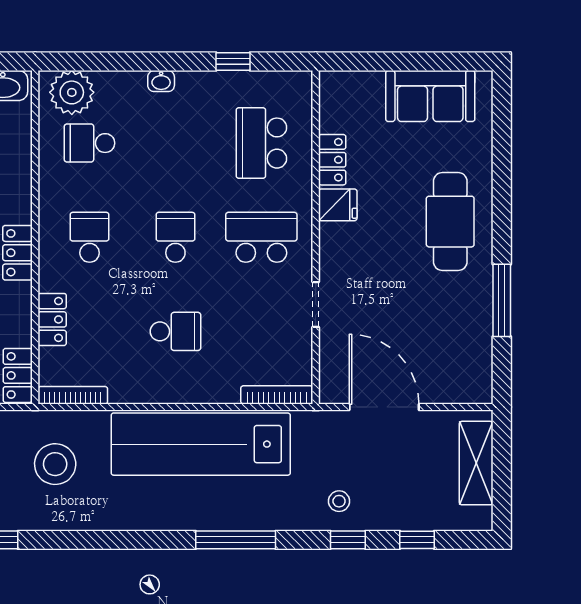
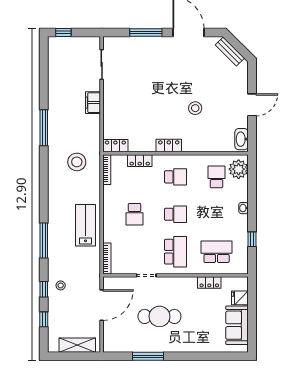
fridge: (338, 205) -> (240, 298), moved, turned 90
cafe table: (450, 222) -> (159, 316), moved
lab bench: (201, 444) -> (86, 225), width x0.54, depth x0.72

